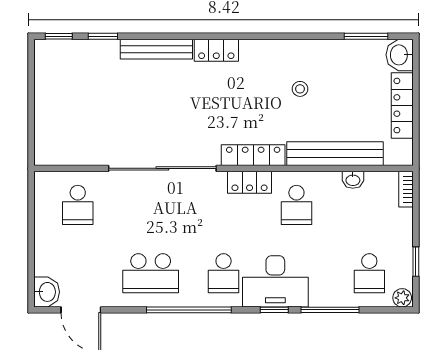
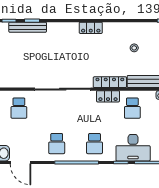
bench: (156, 49) -> (28, 27), moved
school desk: (151, 273) -> (57, 144), width x0.54
desk: (275, 281) -> (133, 148), moved

